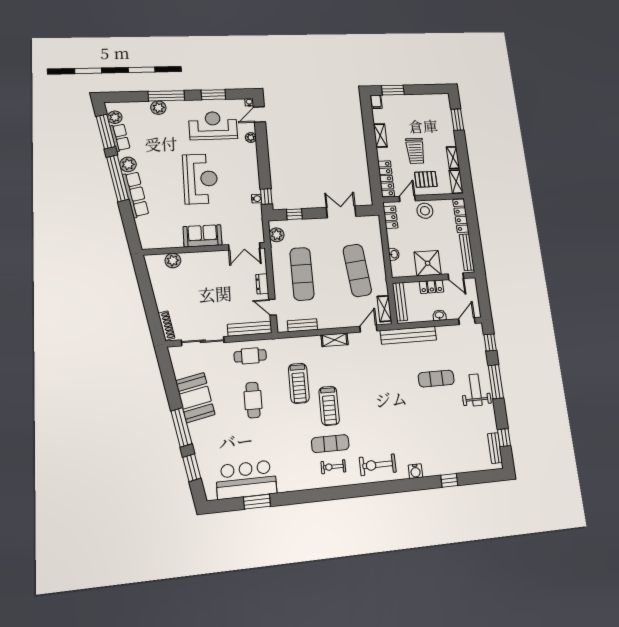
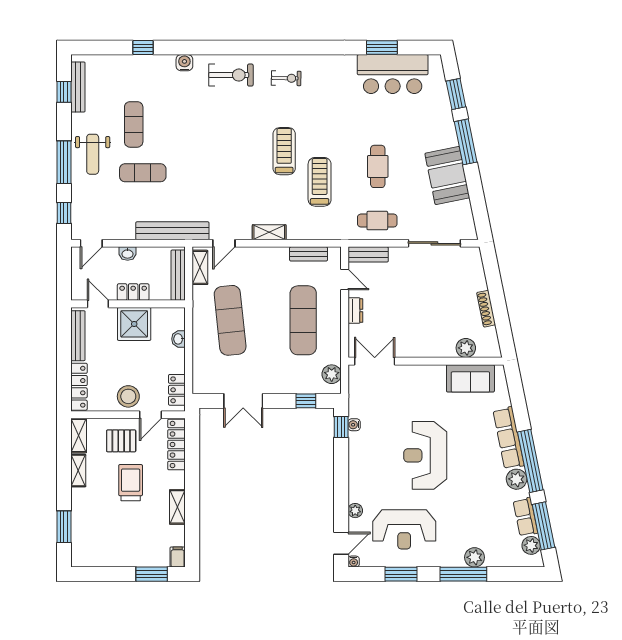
sofa: (202, 236) -> (470, 378), moved
shoe rack: (166, 326) -> (486, 309), moved
bench: (250, 329) -> (368, 254), width x0.73
exercise mat: (330, 444) -> (134, 124), moved, turned 90
bench: (495, 448) -> (78, 87), width x1.36

